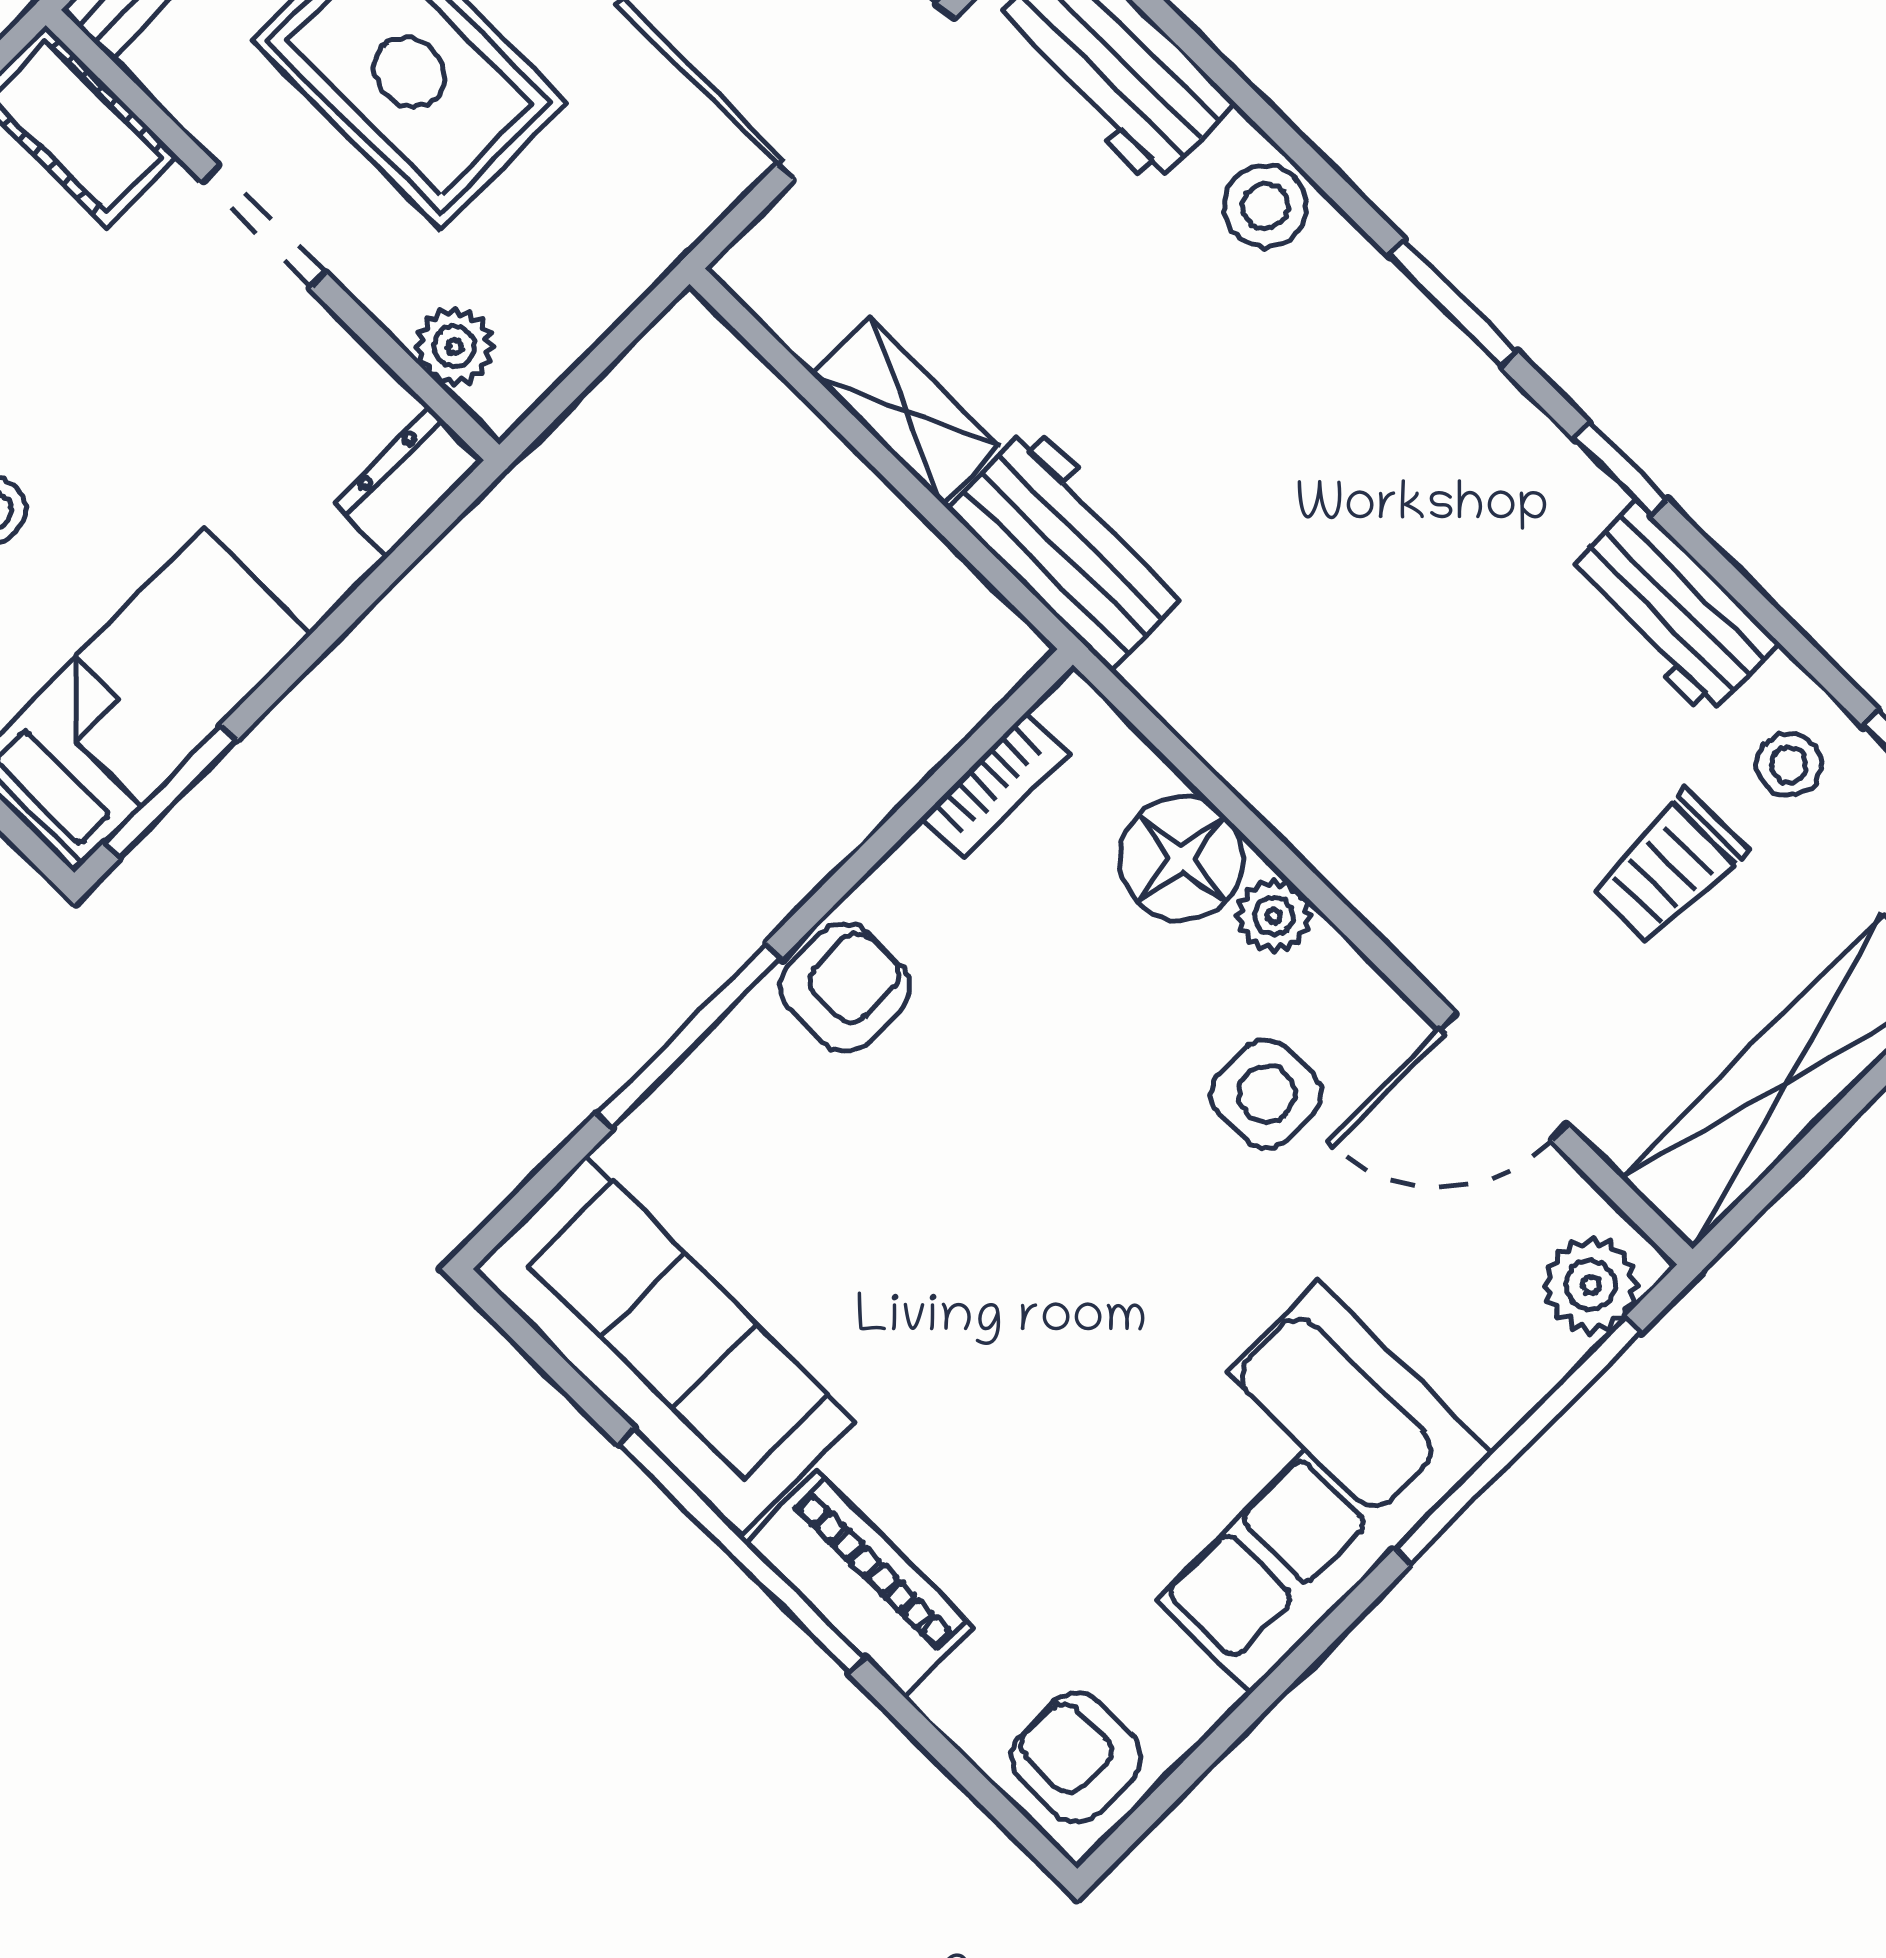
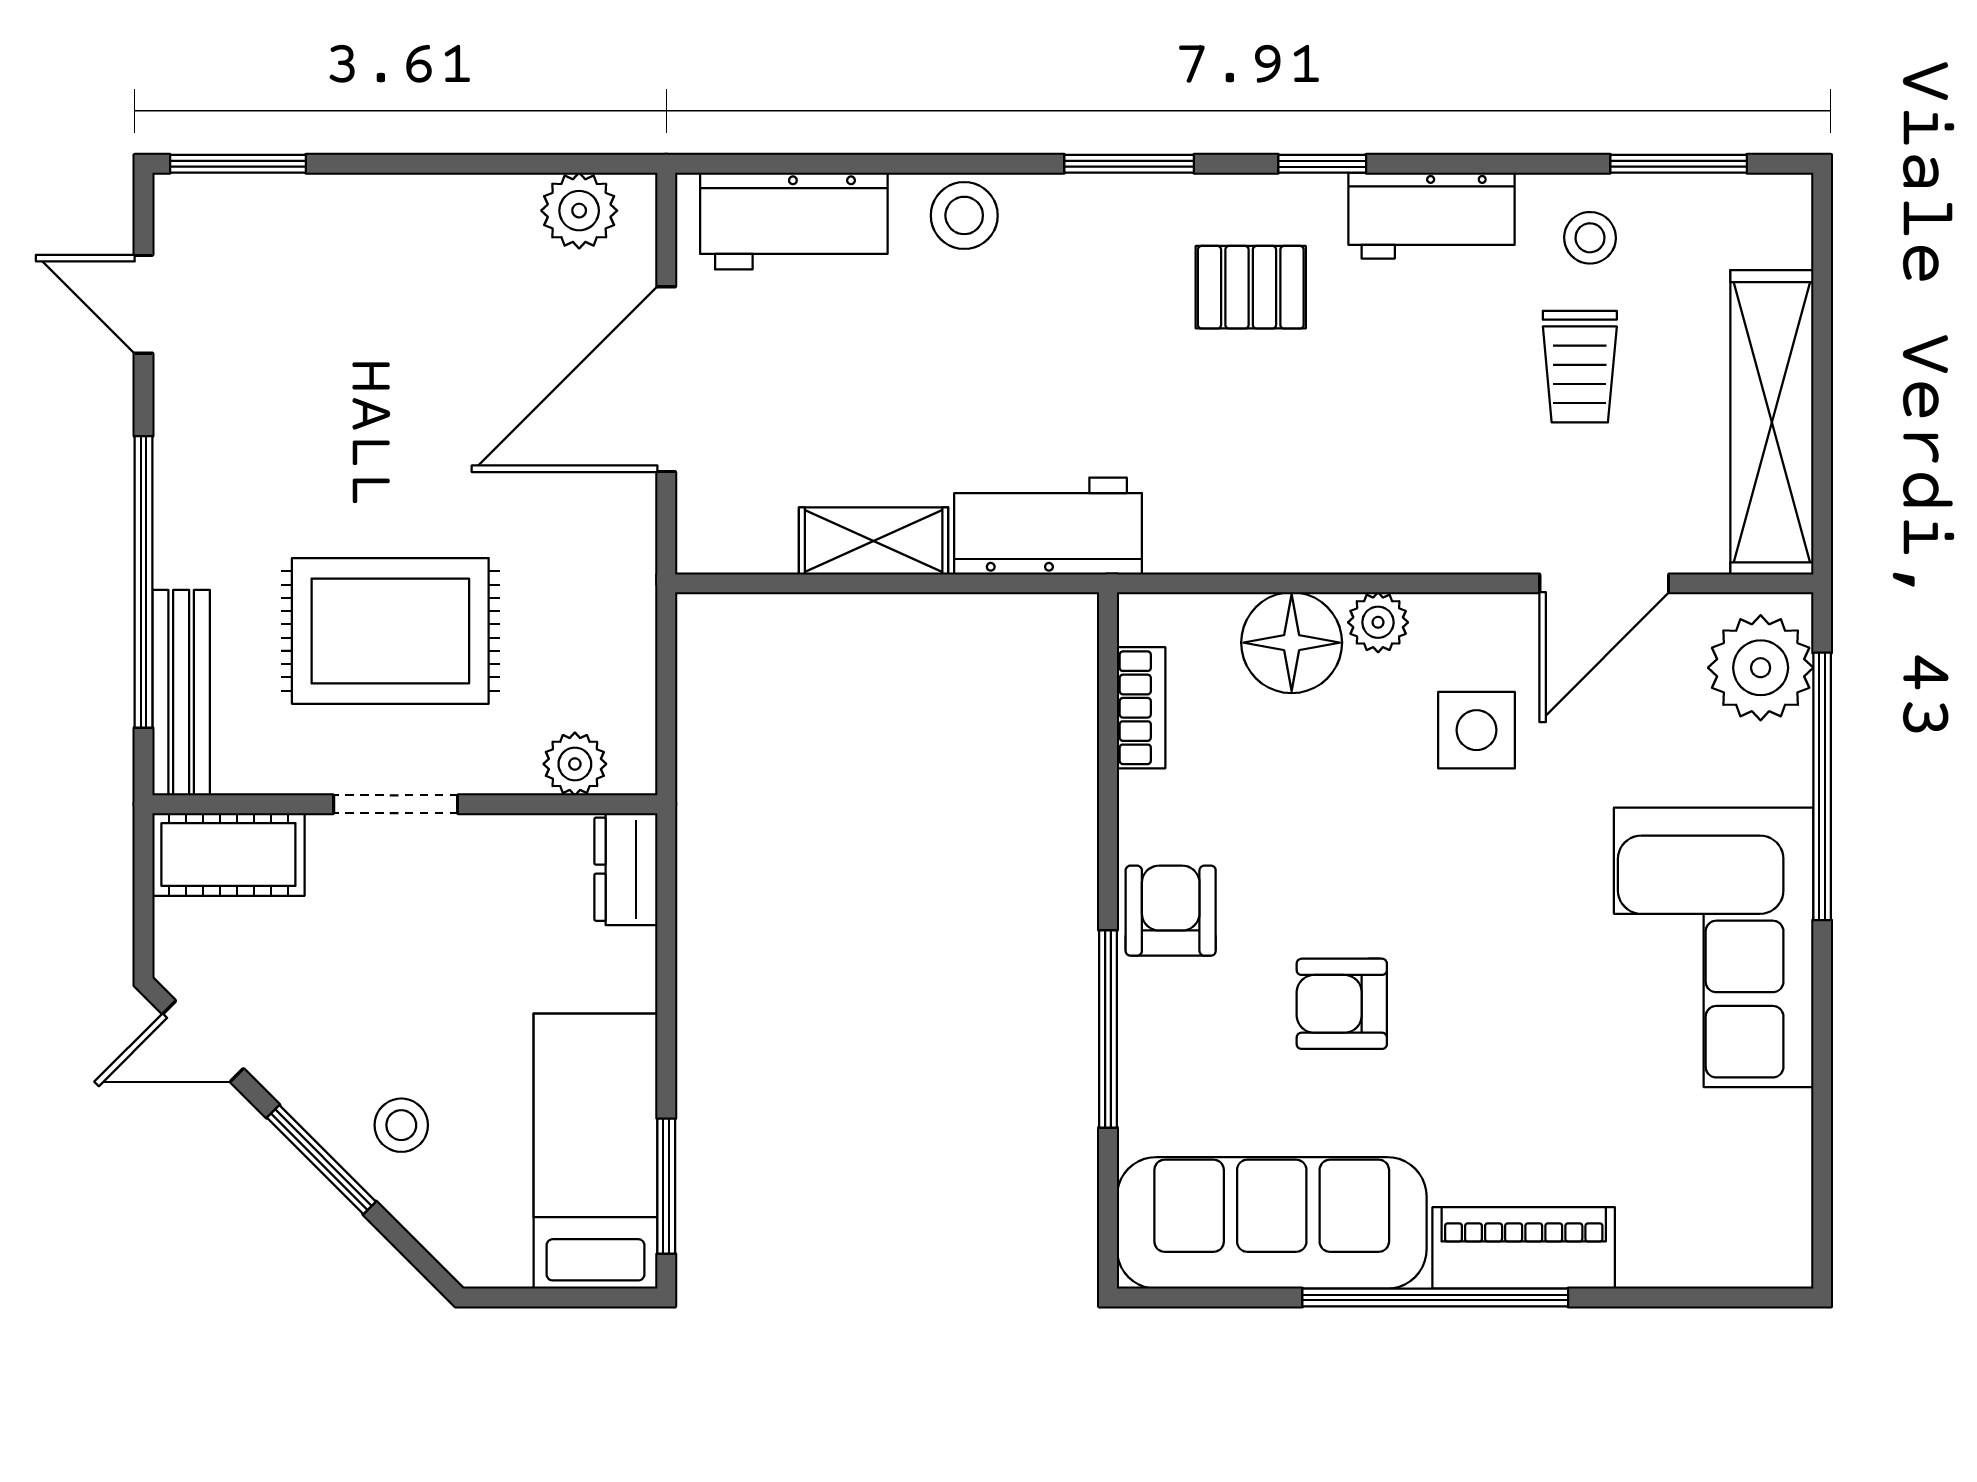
pallet: (1452, 515) -> (1251, 287), added
plant: (1591, 1285) -> (1761, 668), width x1.36, depth x1.36
armchair: (1076, 1757) -> (1342, 1004), moved

